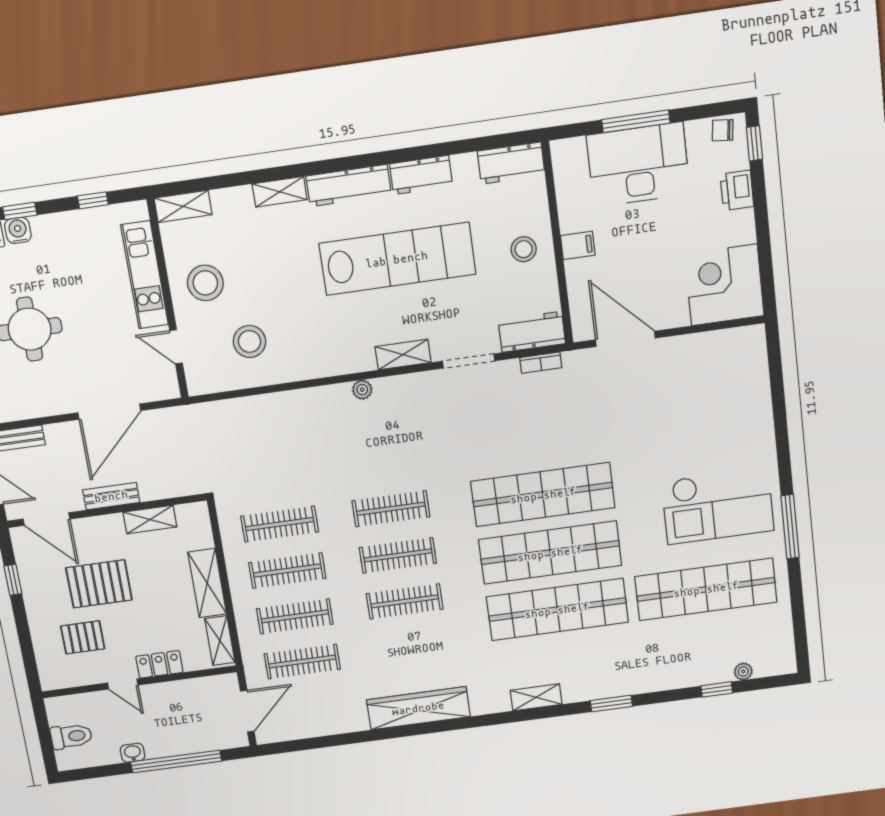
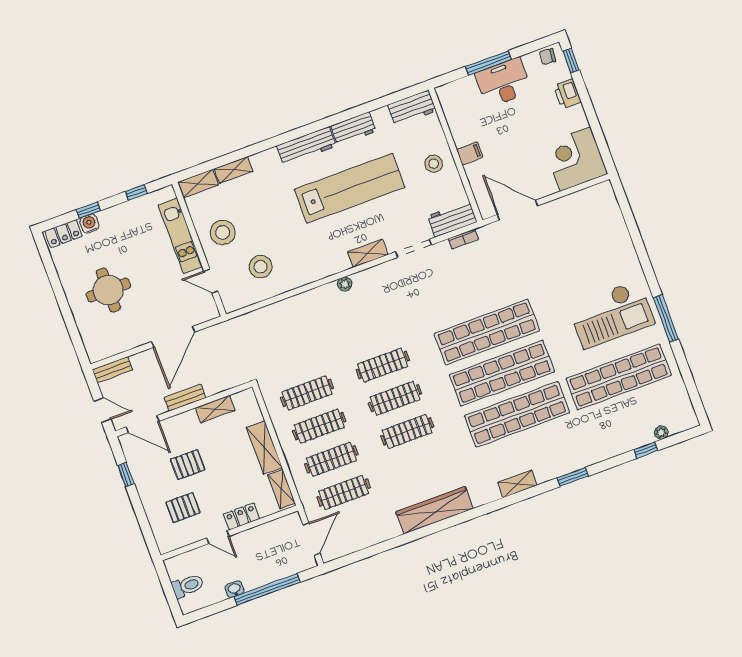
desk: (638, 165) -> (503, 83), width x0.73, depth x0.77
shelving: (280, 192) -> (234, 170), moved
pallet: (99, 584) -> (188, 465), width x0.67, depth x0.71

